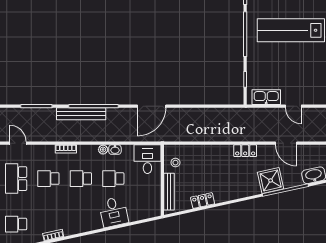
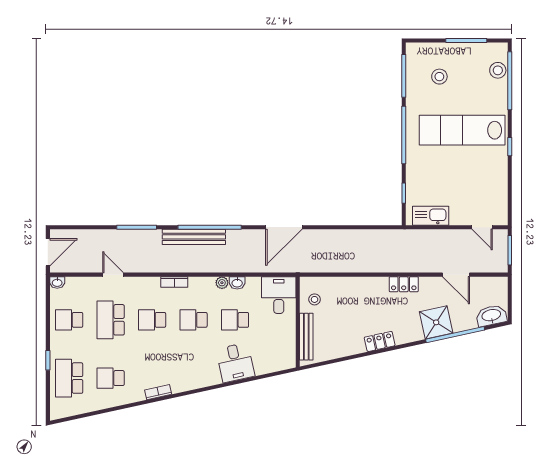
door: (293, 106) -> (482, 227), moved
locker: (203, 201) -> (380, 341), moved

